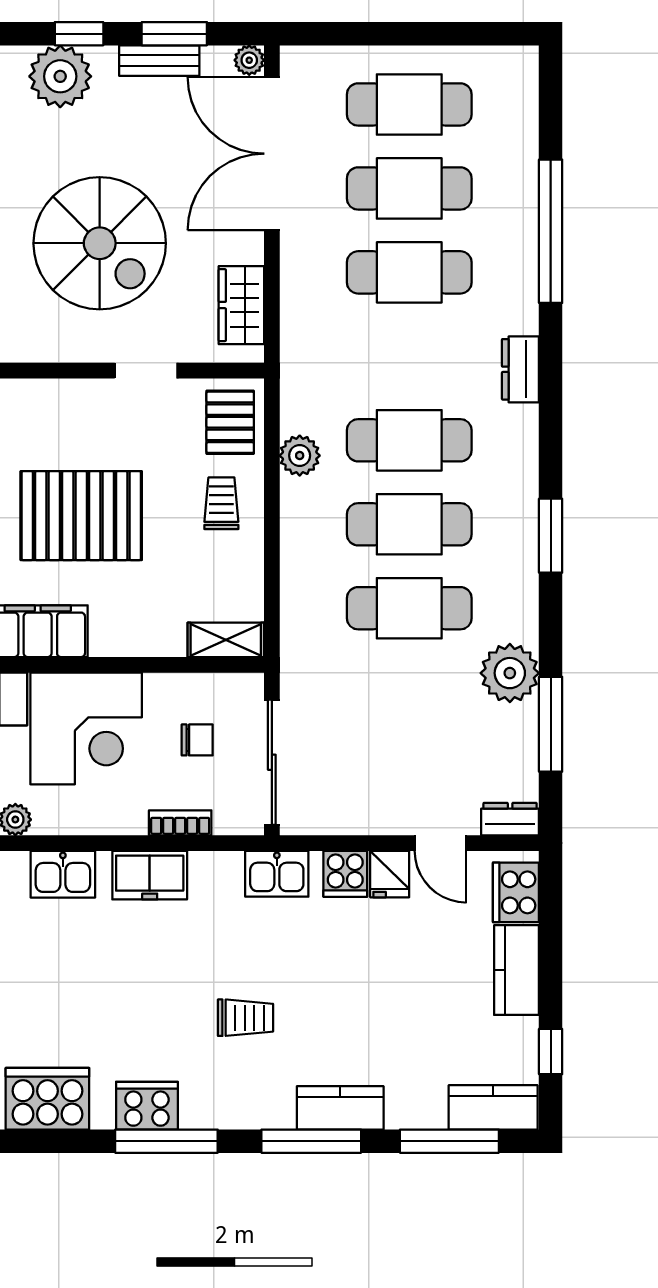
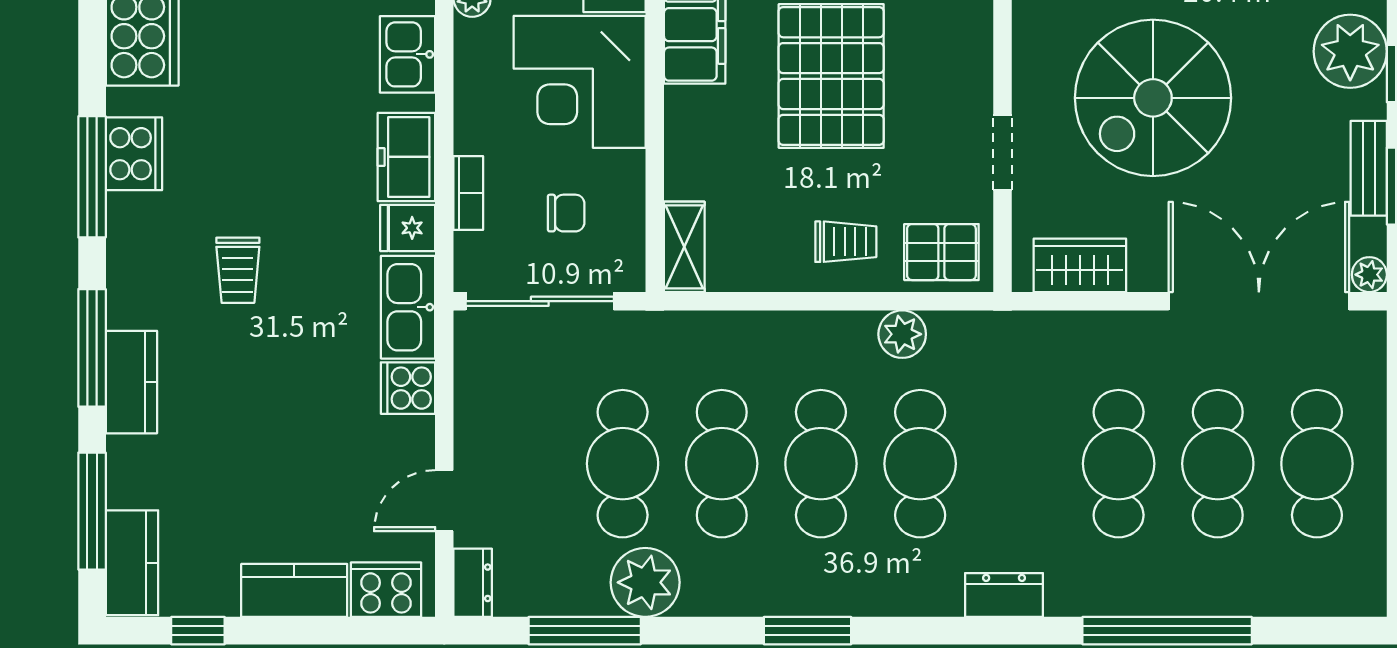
cafe table: (409, 692) -> (623, 464), added
chair: (197, 740) -> (566, 213), turned -90
kitchen sink: (277, 874) -> (408, 307), width x1.38
fridge: (390, 874) -> (408, 228), moved

